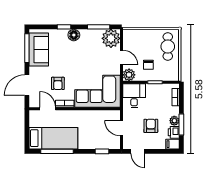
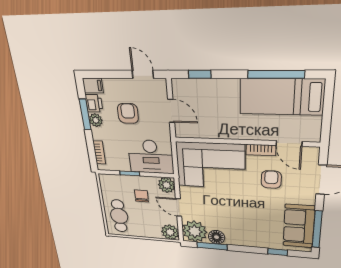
window: (64, 27) -> (278, 252), moved
floor lamp: (74, 35) -> (216, 237), moved
plant: (129, 36) -> (170, 232), added
desk: (134, 96) -> (151, 157), width x1.37
armchair: (151, 126) -> (128, 113), turned 180

